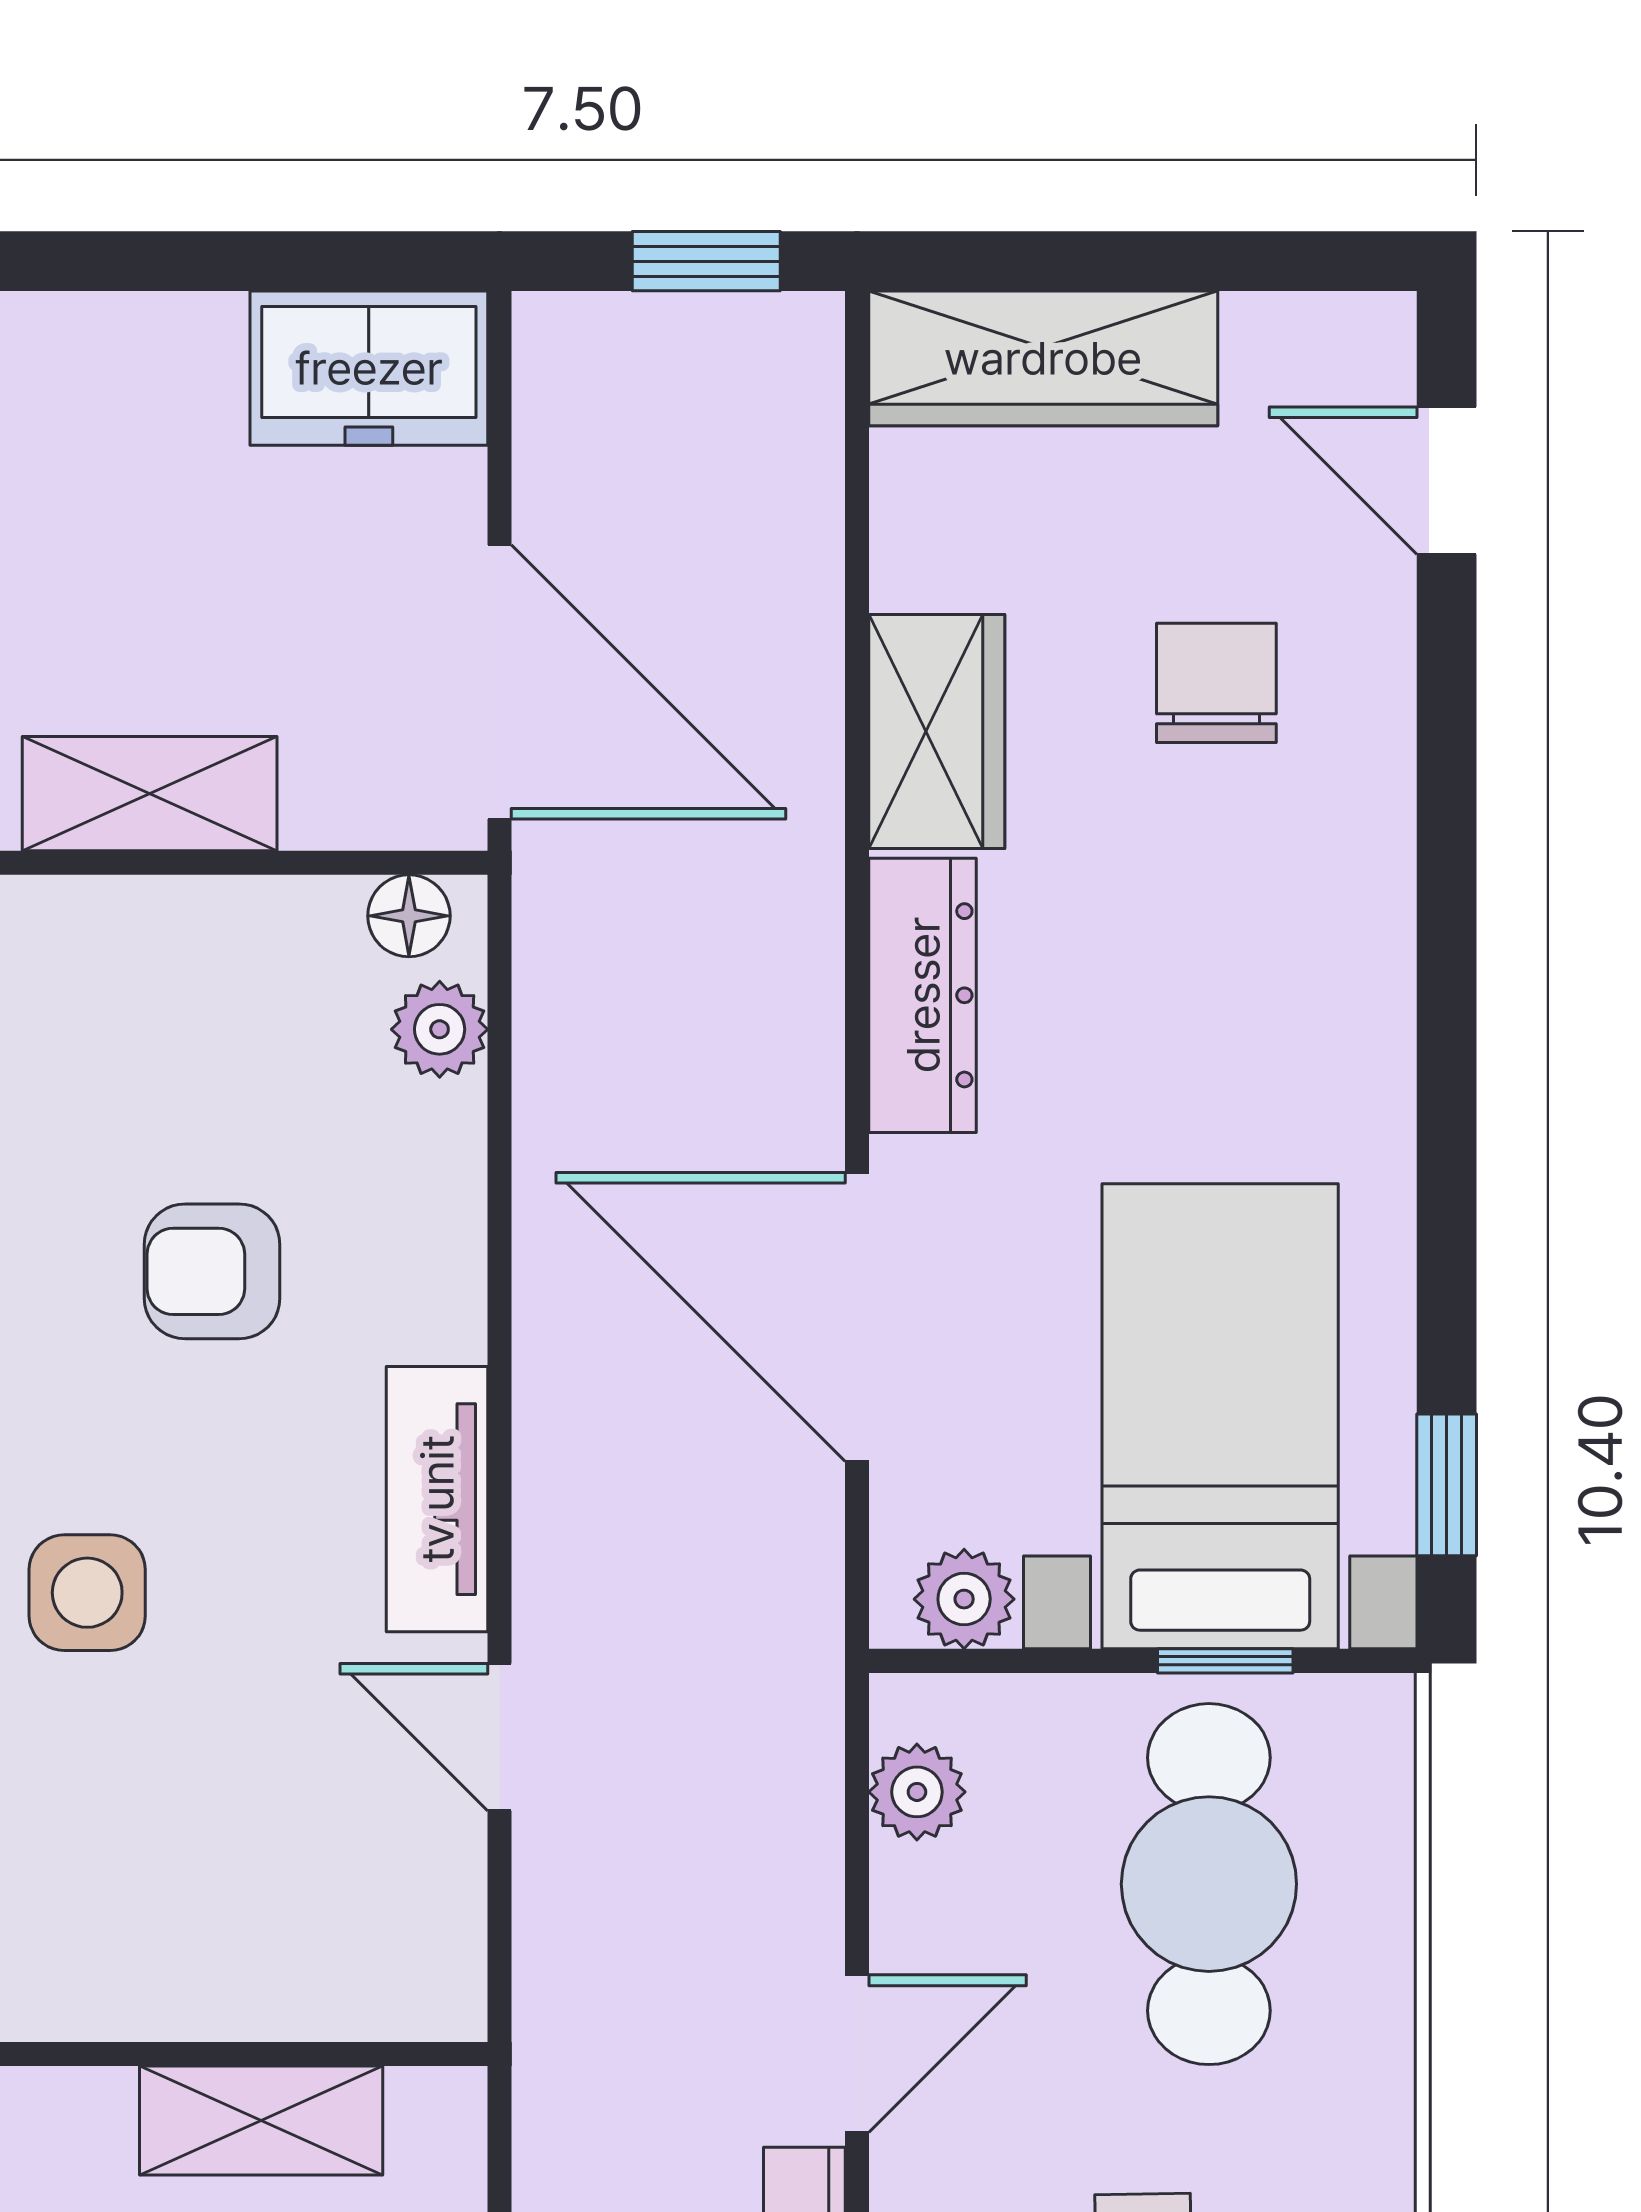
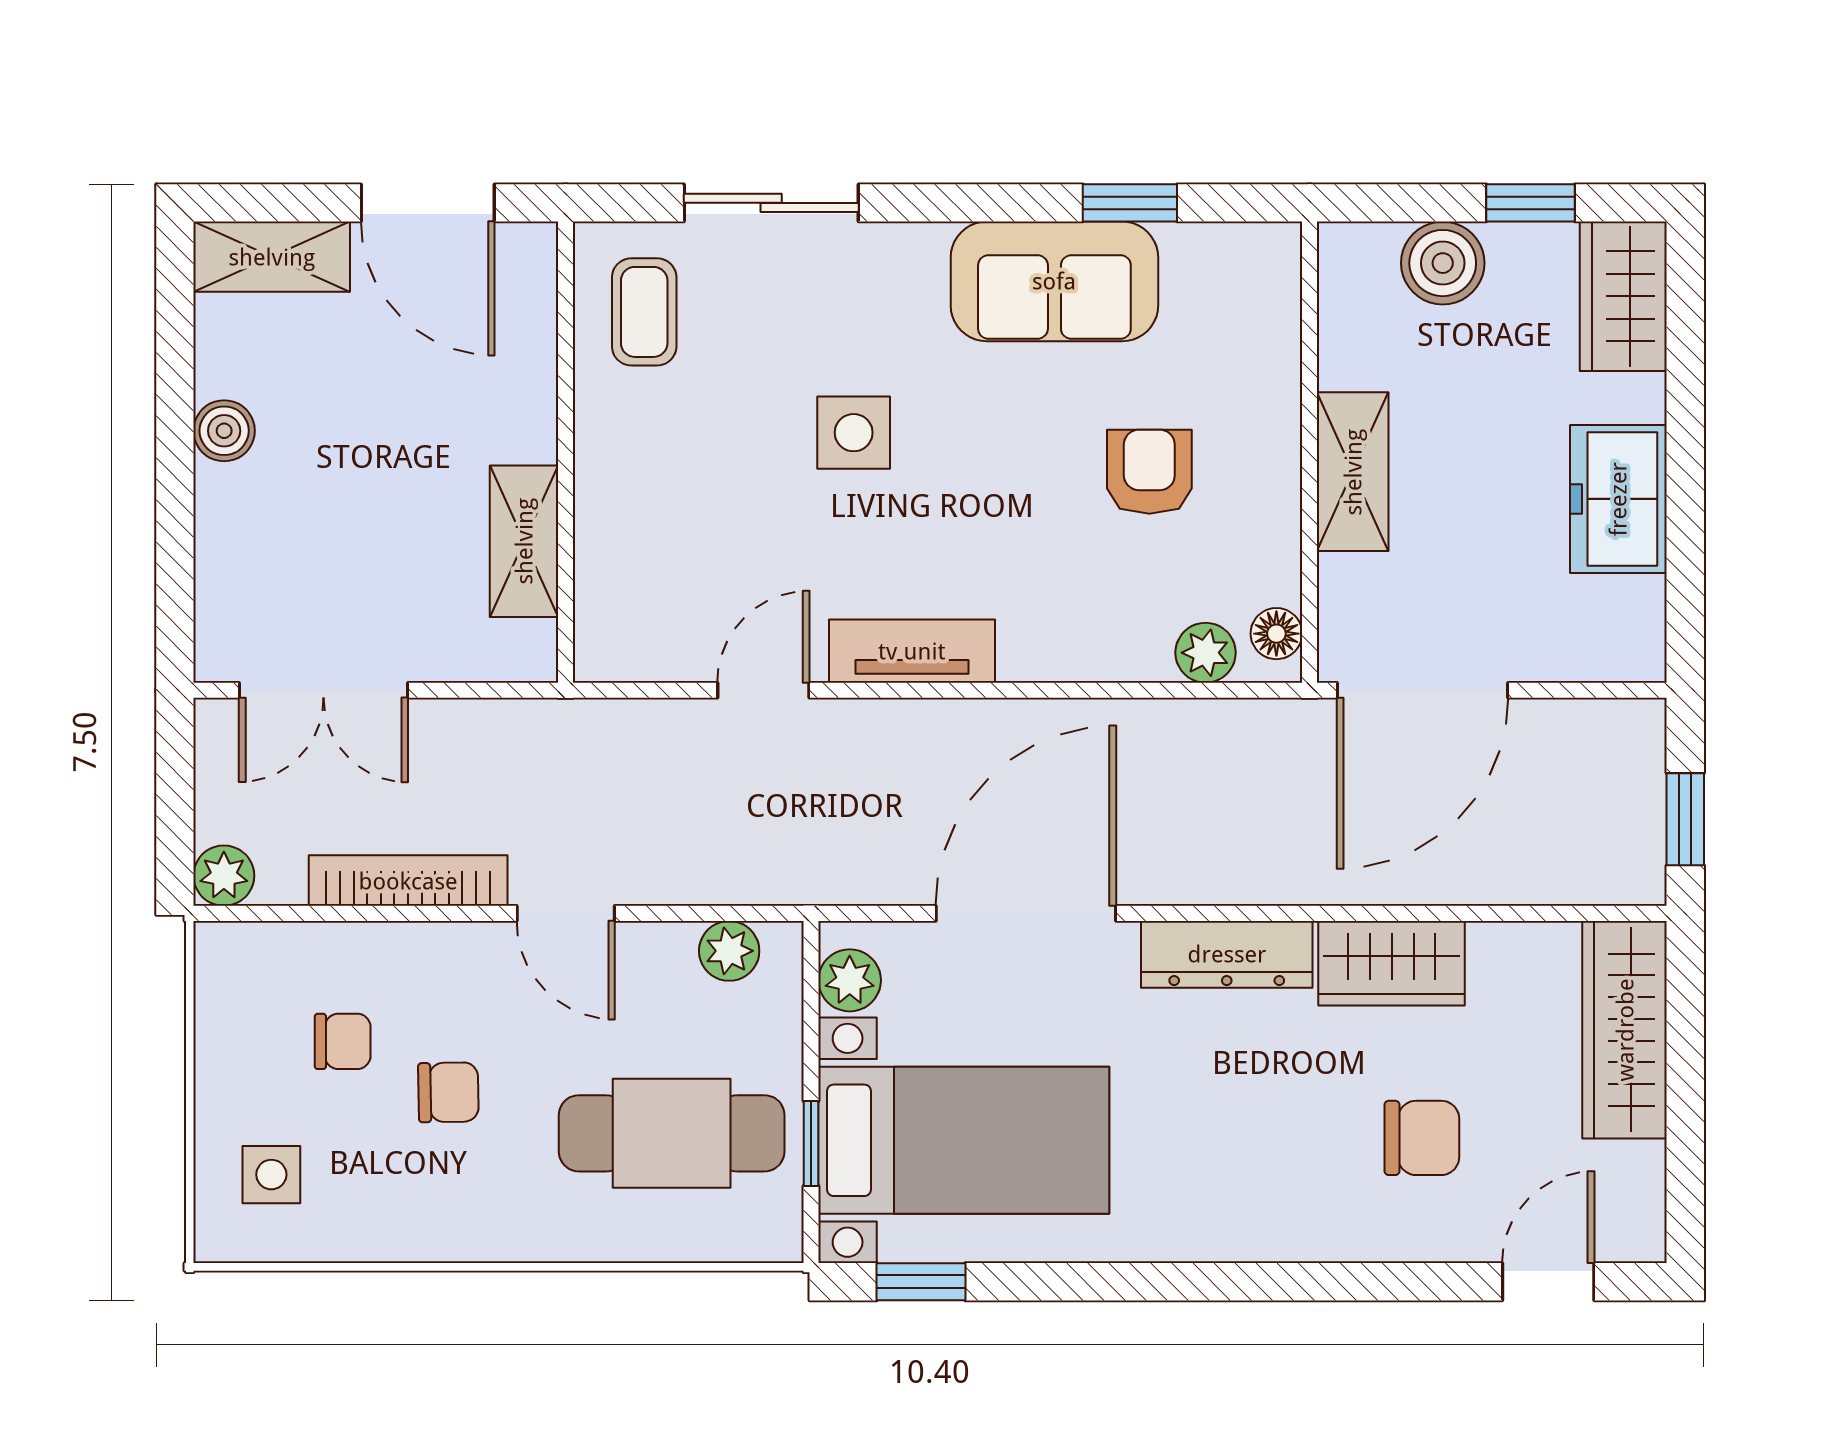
freezer: (369, 368) -> (1618, 499), moved
armchair: (212, 1271) -> (1149, 472), moved

